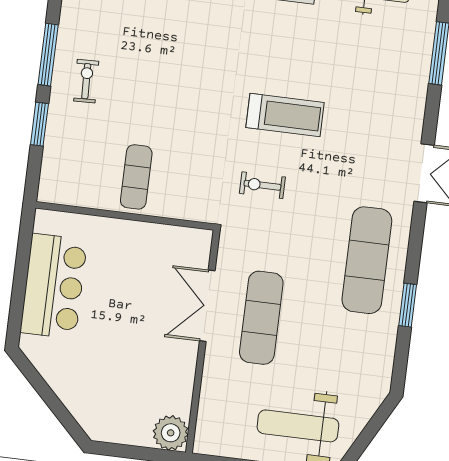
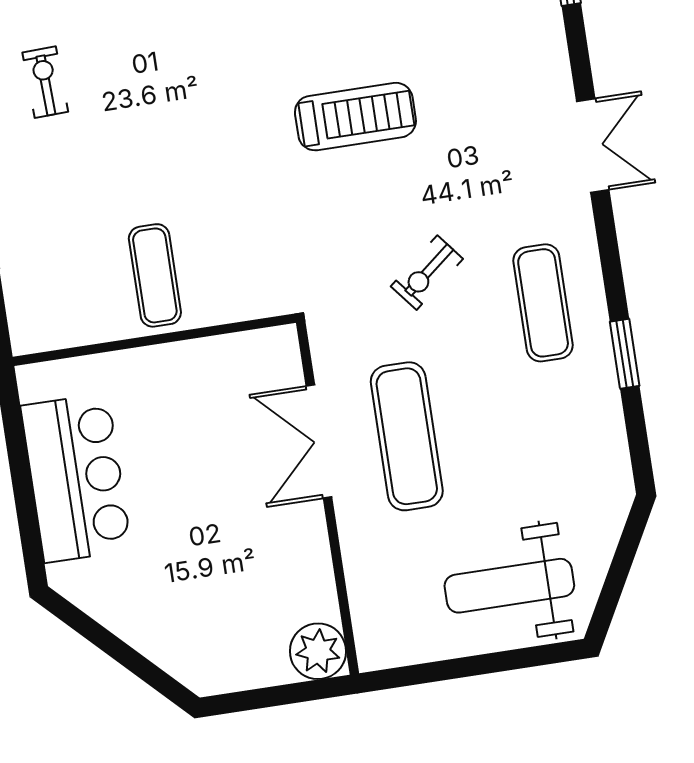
exercise bike: (86, 81) -> (45, 82), moved
exercise bike: (262, 185) -> (427, 273), moved, turned -39
exercise mat: (367, 260) -> (543, 303), width x0.73, depth x0.69

